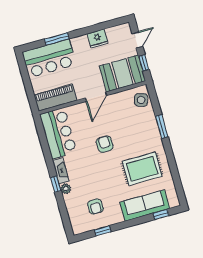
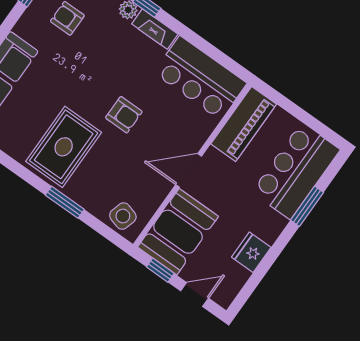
door: (137, 40) -> (195, 295), swing flipped
door: (96, 97) -> (189, 170), hinge flipped
rug: (142, 169) -> (64, 147), moved

